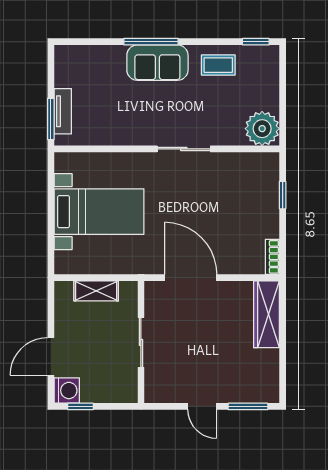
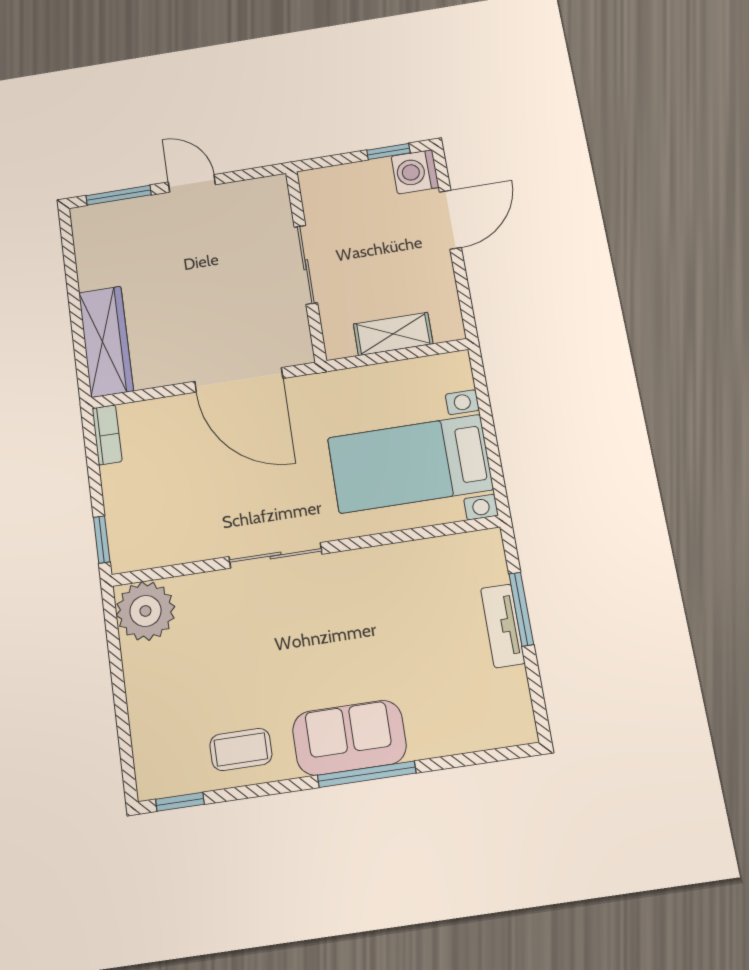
plant: (262, 129) -> (145, 611), moved
wall: (167, 149) -> (305, 551), moved
sliding door: (184, 149) -> (276, 555), moved

